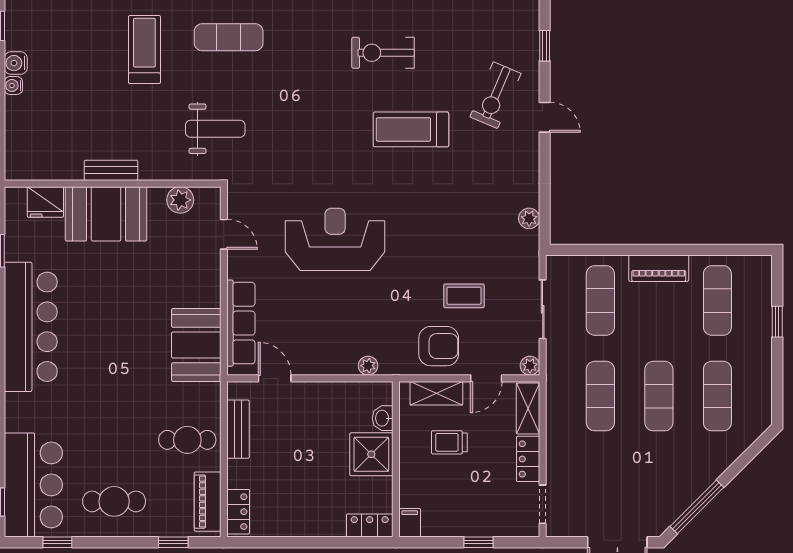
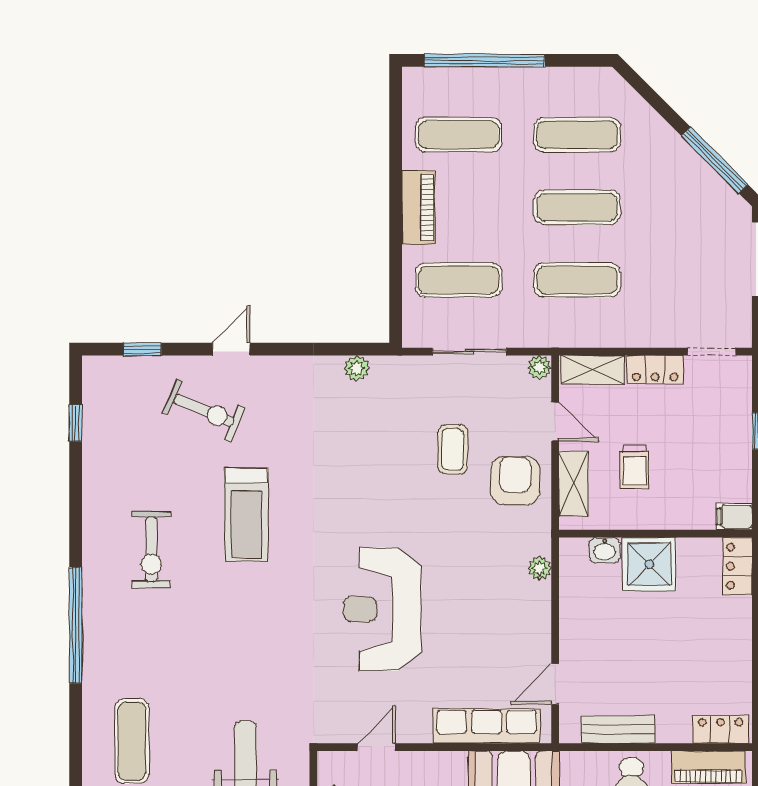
window: (777, 322) -> (485, 60), width x3.17

